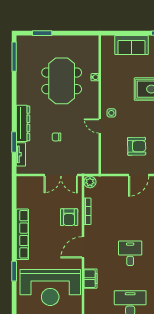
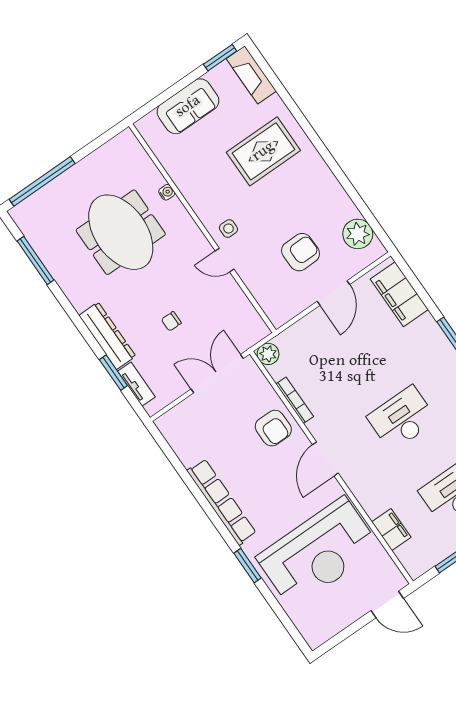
window: (42, 33) -> (42, 181), width x2.11
window: (14, 57) -> (35, 261), moved
double door: (61, 175) -> (217, 374), swing flipped
desk: (130, 253) -> (402, 418), width x1.37
filing cabinet: (90, 279) -> (391, 530), moved

